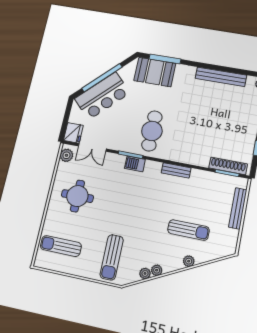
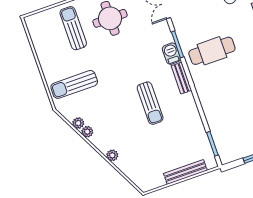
shoe rack: (228, 166) -> (220, 141), removed
bench: (176, 170) -> (181, 78), moved
sun lounger: (188, 230) -> (150, 103), moved
sun lounger: (61, 246) -> (73, 28), moved

